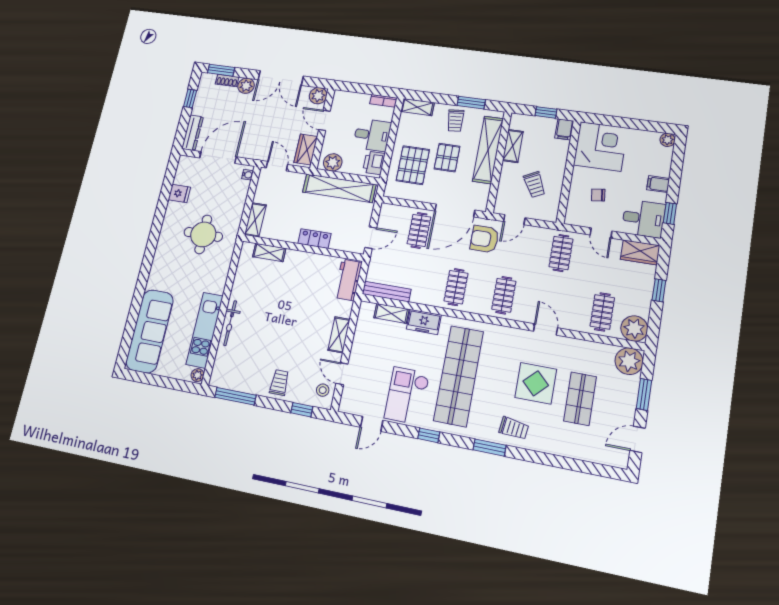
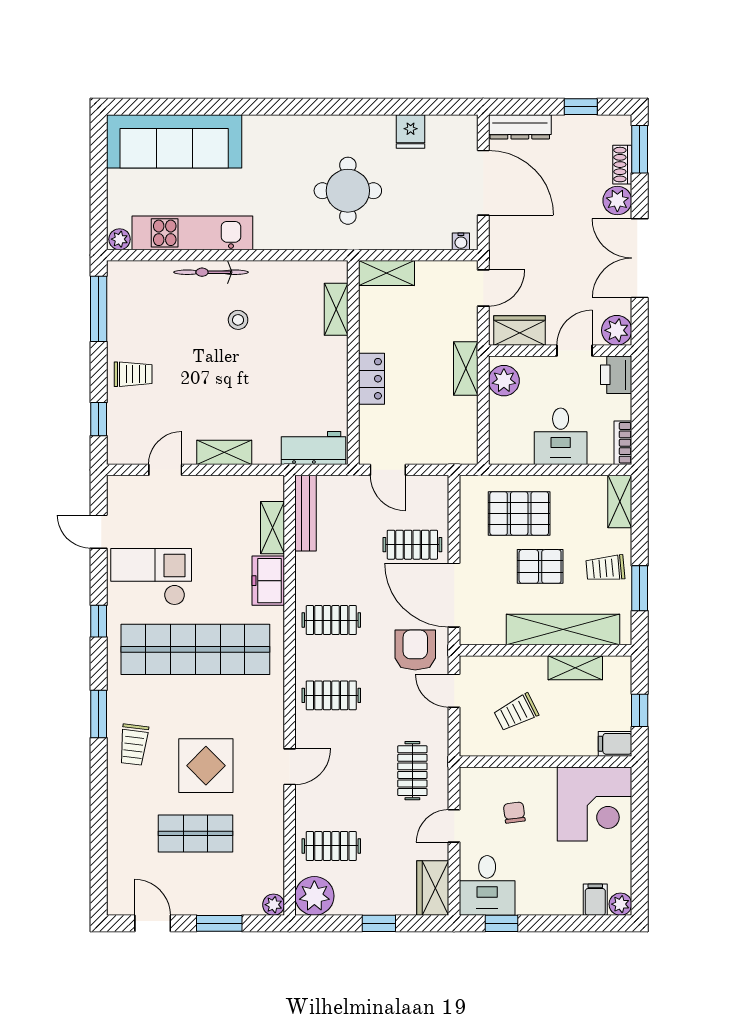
printer: (374, 163) -> (616, 375), moved, turned -90
filing cabinet: (658, 184) -> (595, 900), moved
shelving: (339, 188) -> (466, 369), width x0.45, depth x0.75
clothes rail: (561, 253) -> (412, 771), turned 90
plant: (629, 361) -> (274, 905), width x0.53, depth x0.53
stool: (323, 390) -> (238, 320), moved

